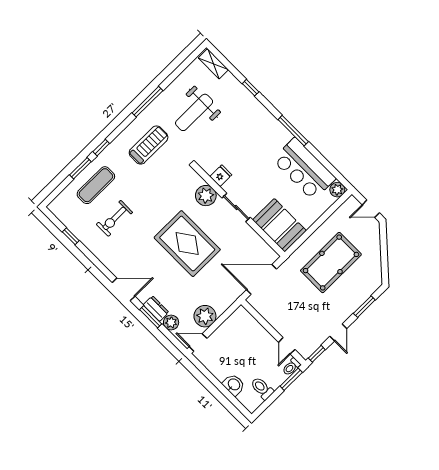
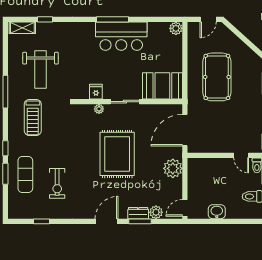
window: (251, 88) -> (45, 19), moved
treadmill: (149, 145) -> (33, 117), turned 180
bar counter: (304, 169) -> (121, 36), moved
plant: (206, 196) -> (99, 109), width x0.53, depth x0.53
rug: (187, 244) -> (117, 154), turned 90
plant: (205, 316) -> (173, 168), moved
washbasin: (234, 385) -> (217, 212), moved

